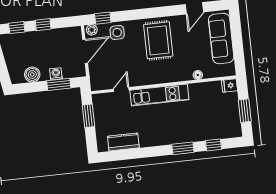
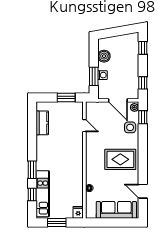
window: (43, 25) -> (143, 83), moved
kitchen unit: (159, 95) -> (43, 194), moved, turned 180

